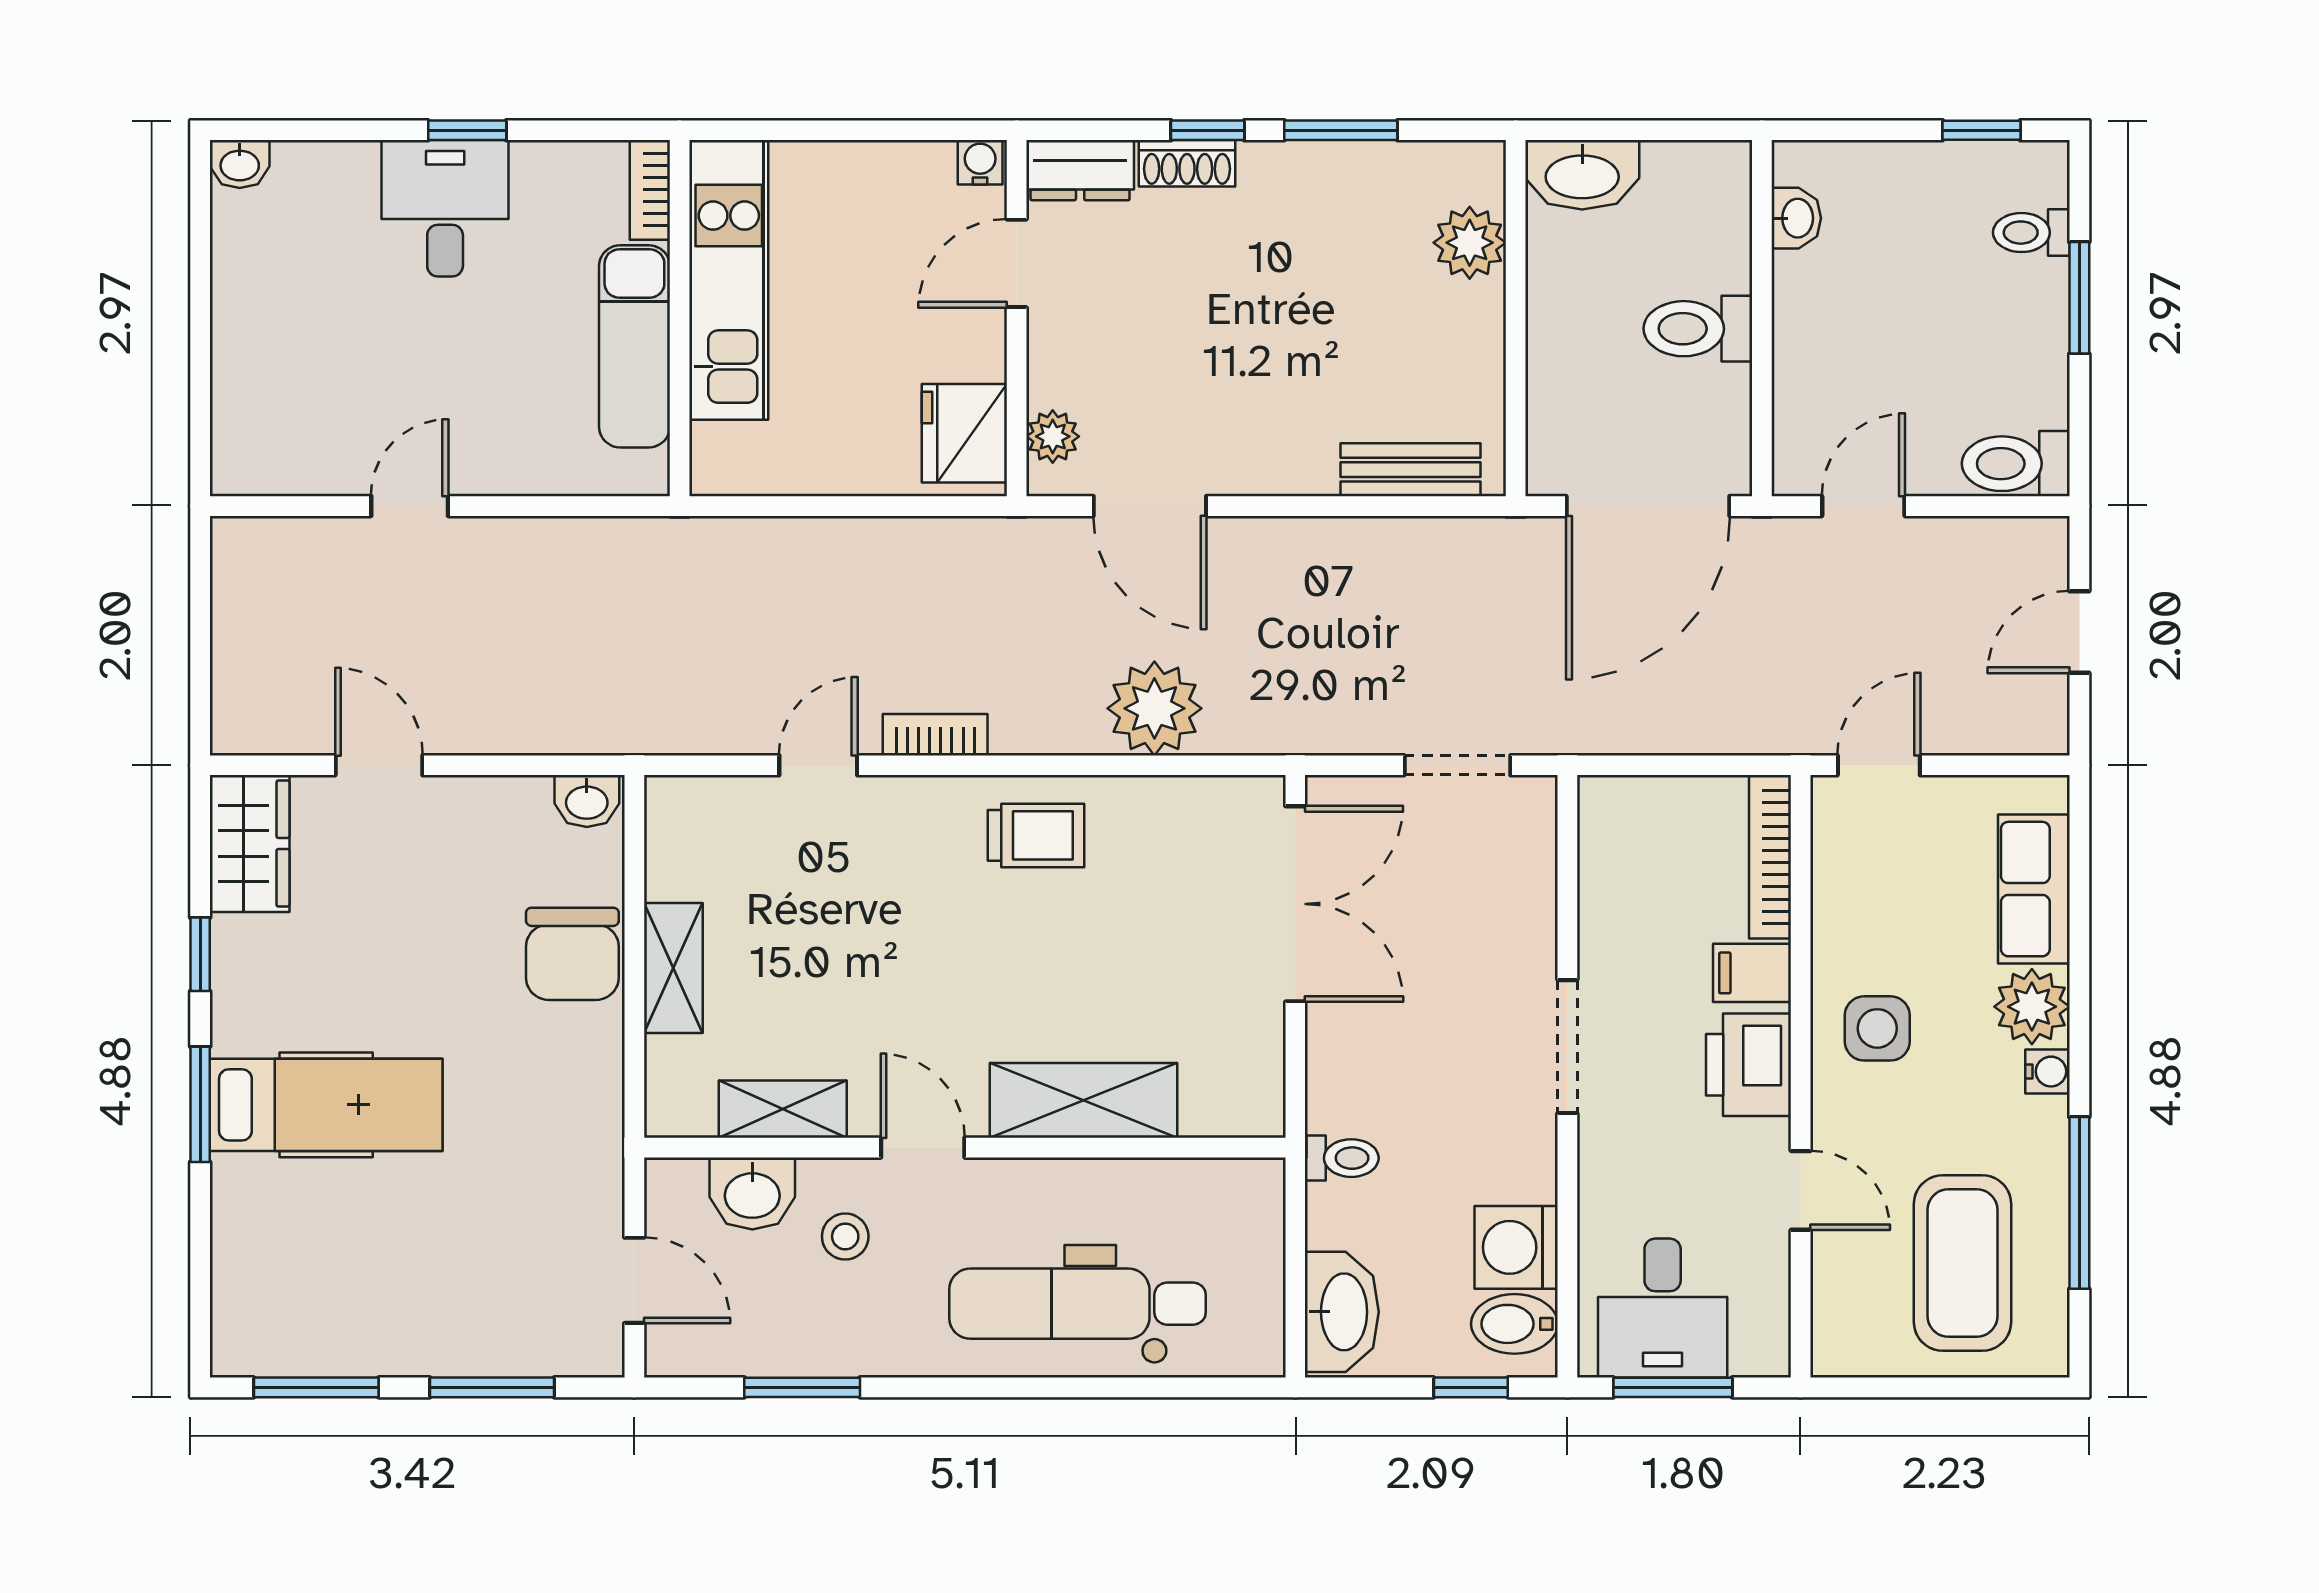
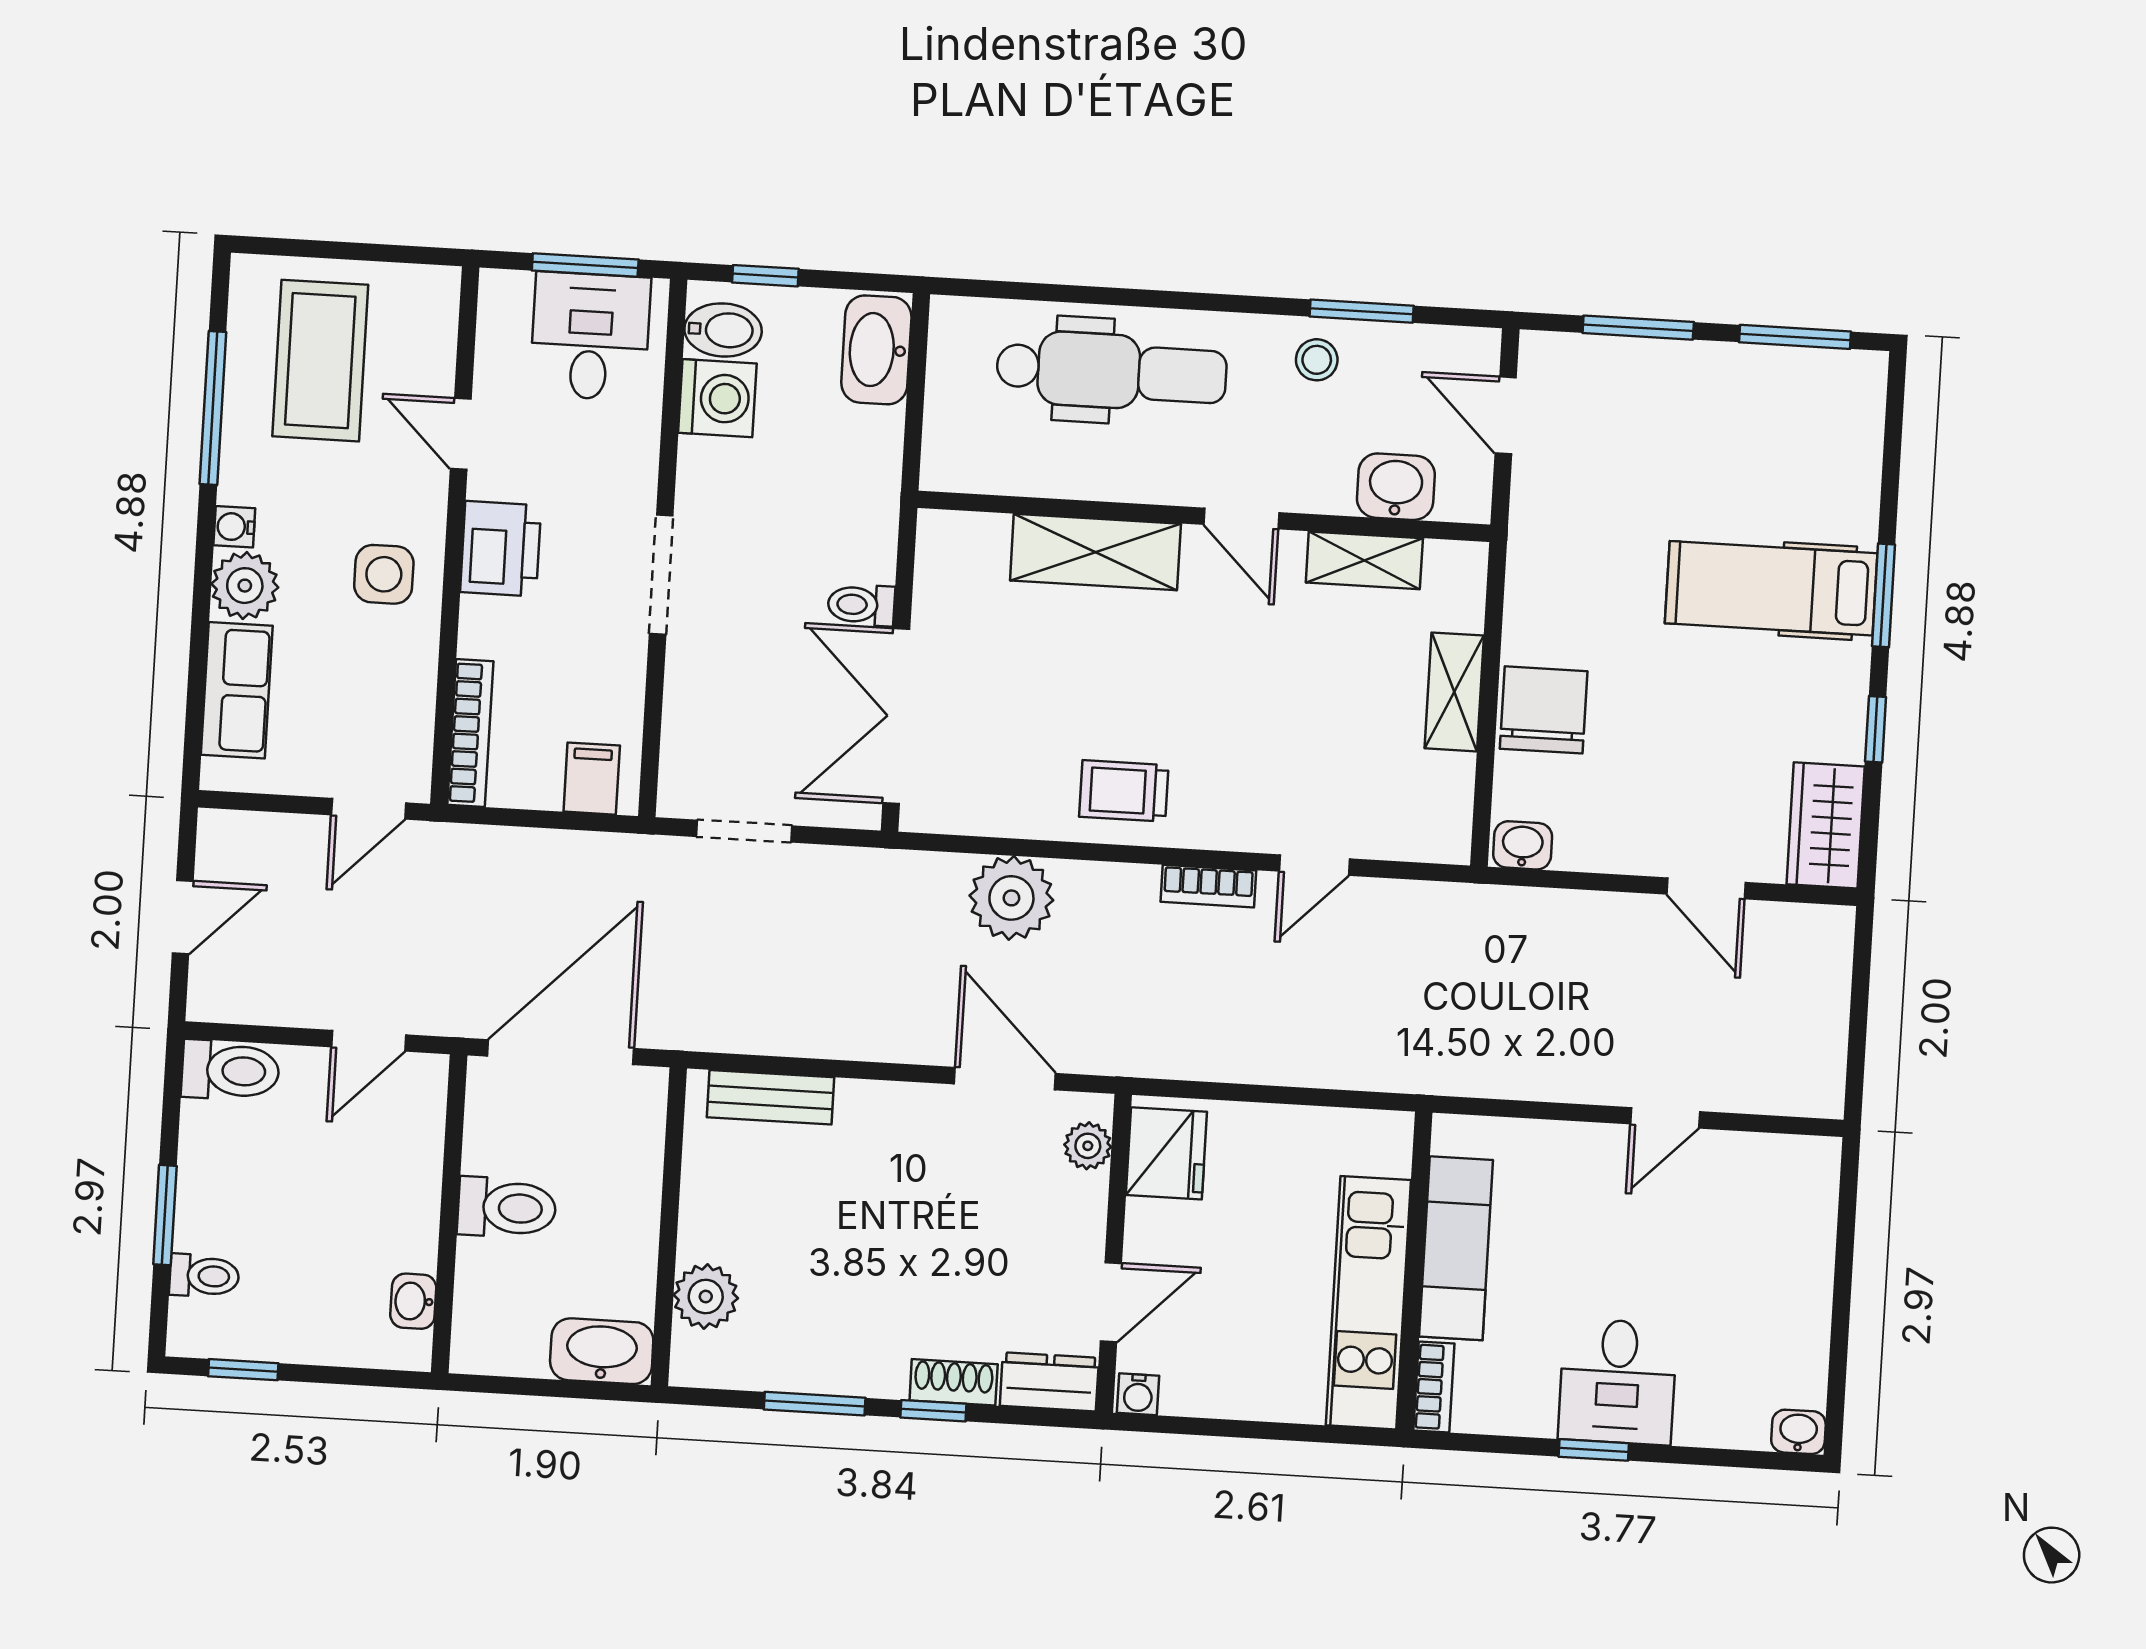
filing cabinet: (1752, 973) -> (592, 779), moved, turned -90
toilet: (1342, 1158) -> (861, 605), moved
stool: (845, 1236) -> (1317, 360), moved

